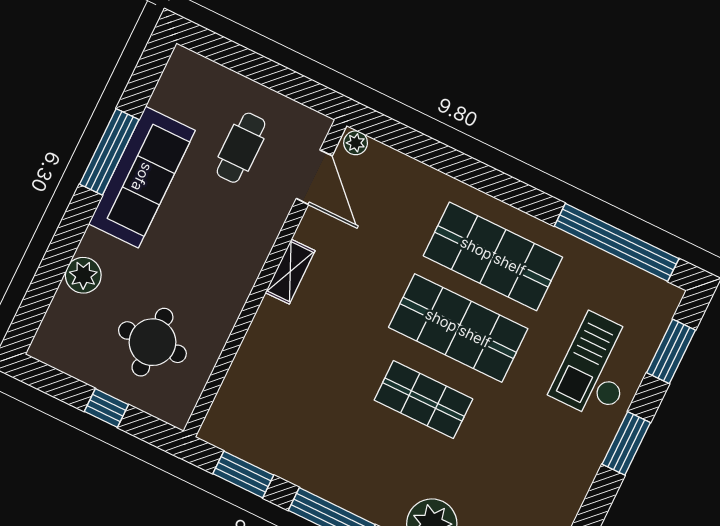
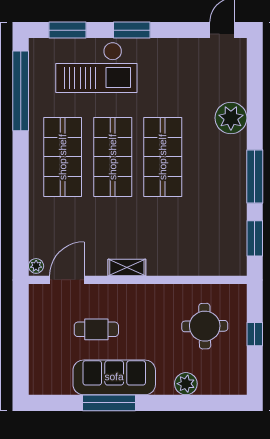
cafe table: (241, 148) -> (96, 329), moved
checkout: (598, 367) -> (96, 67), width x1.36, depth x1.21
shop shelf: (423, 399) -> (163, 157), width x1.43, depth x1.36

